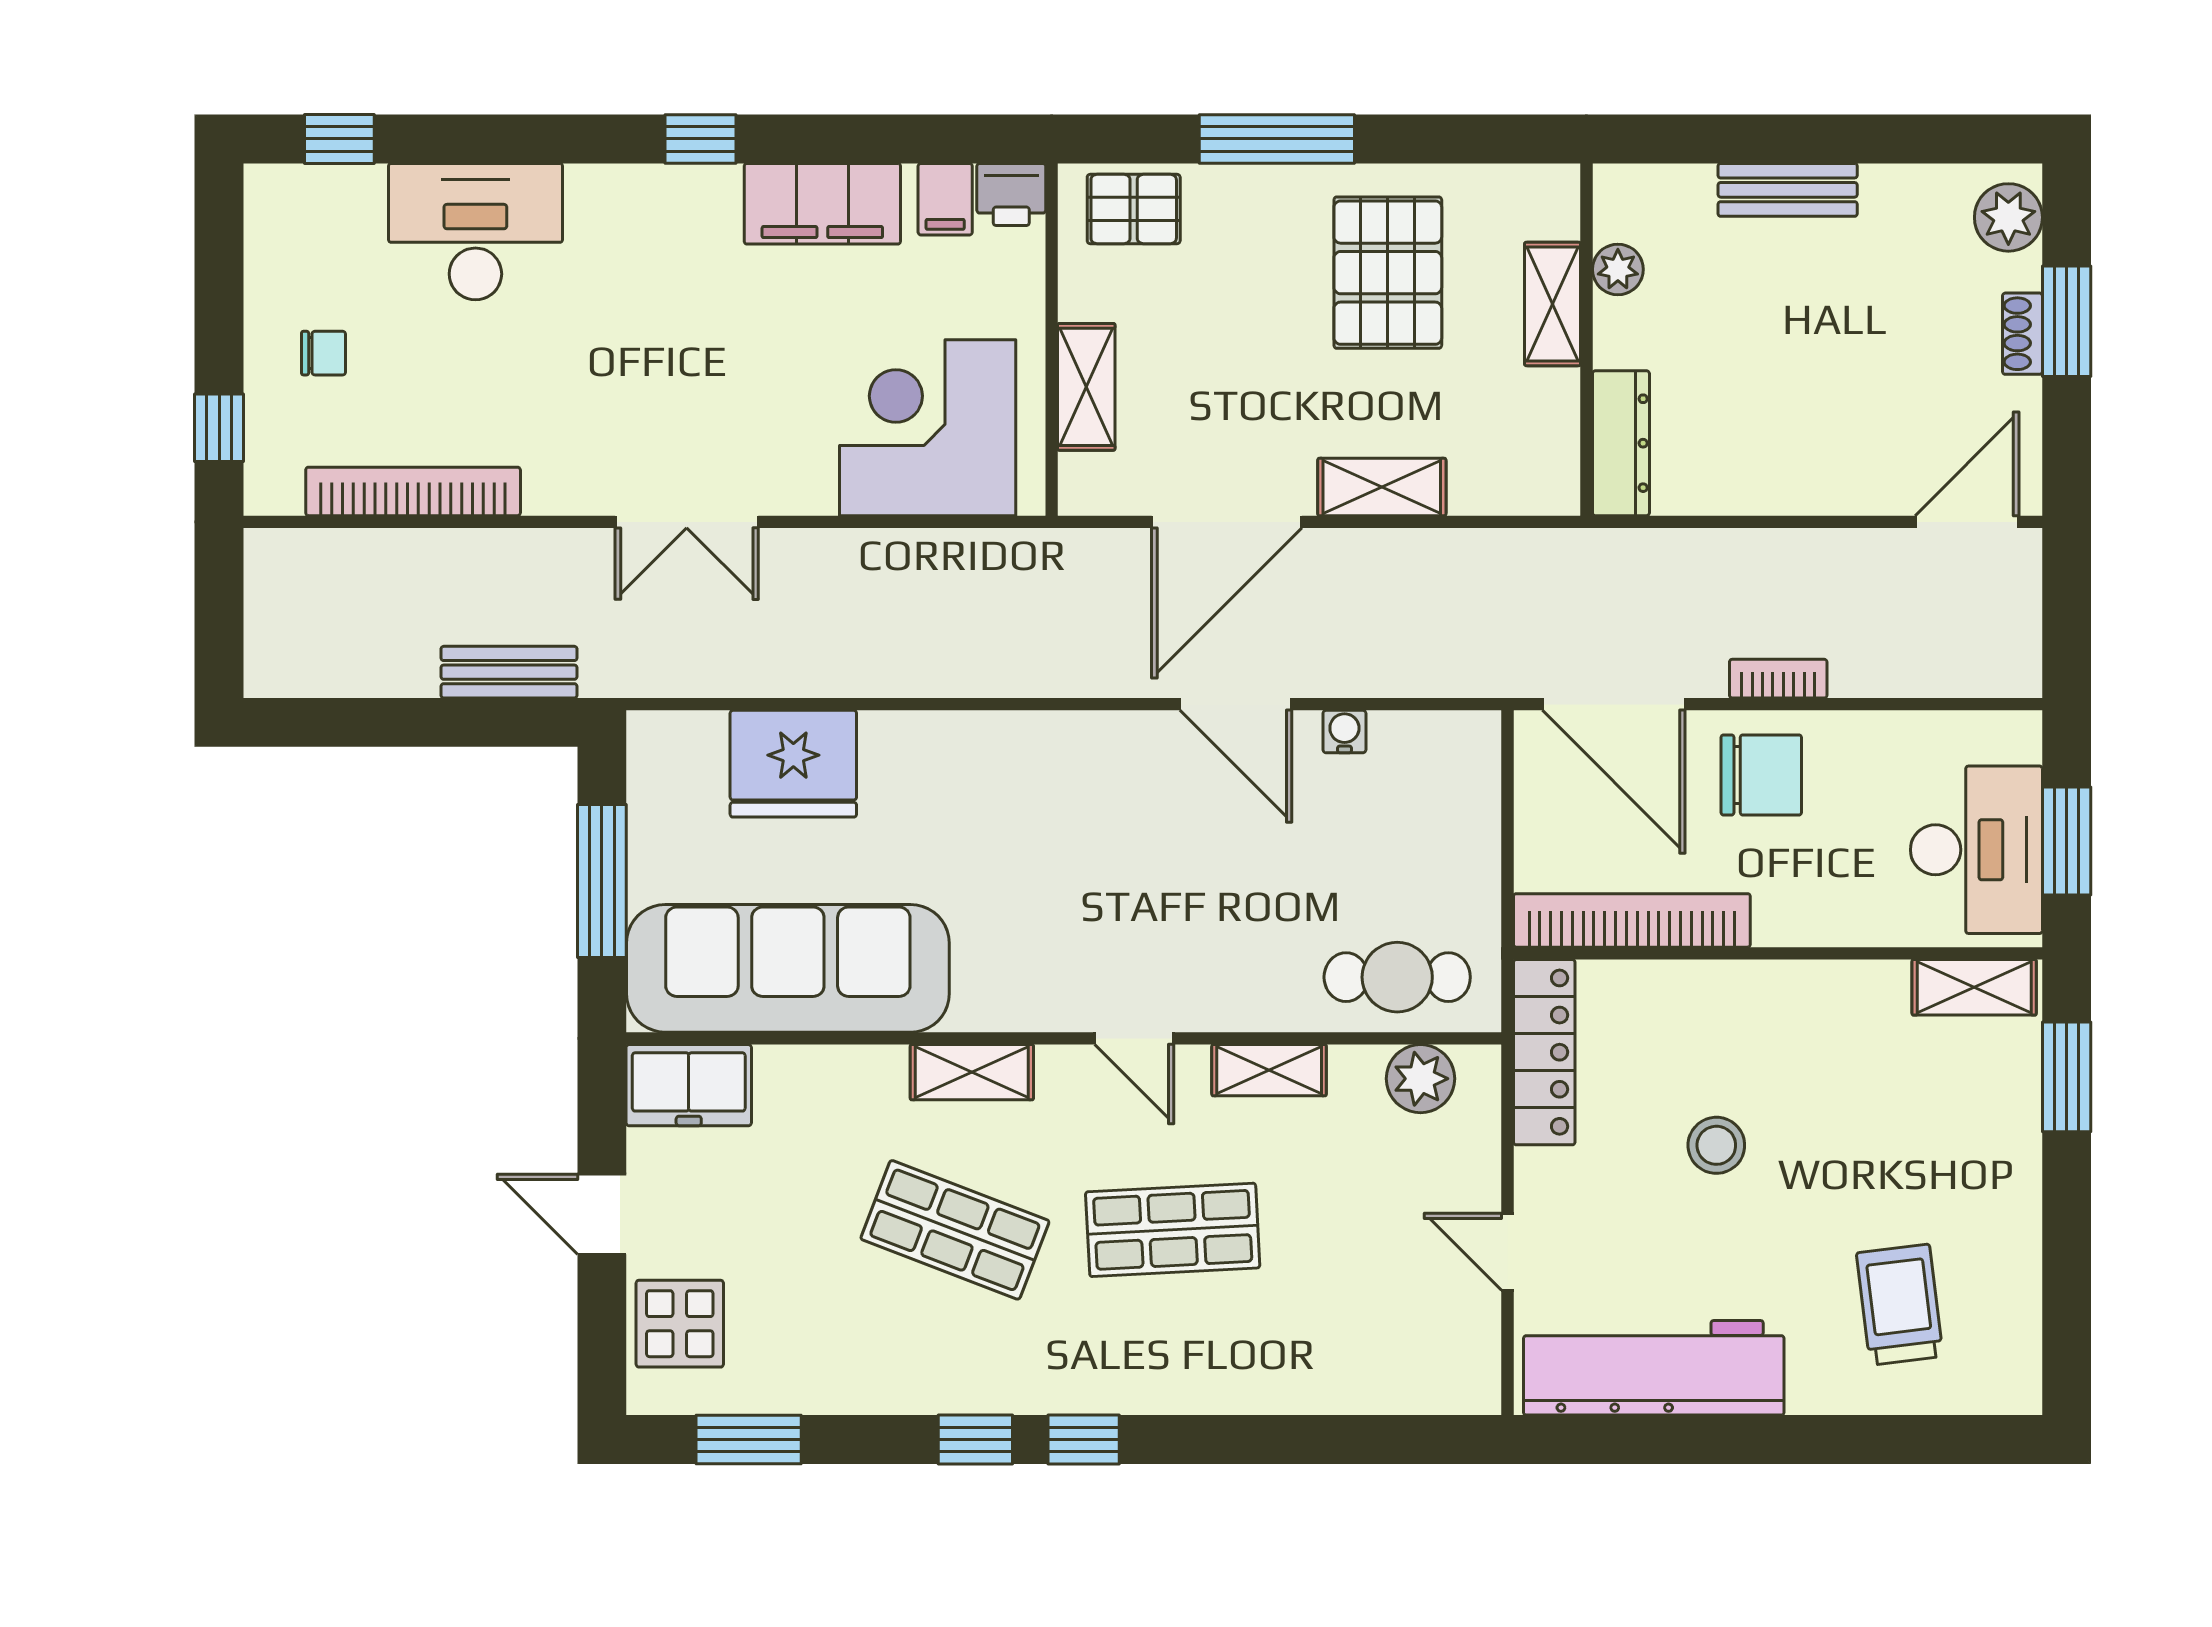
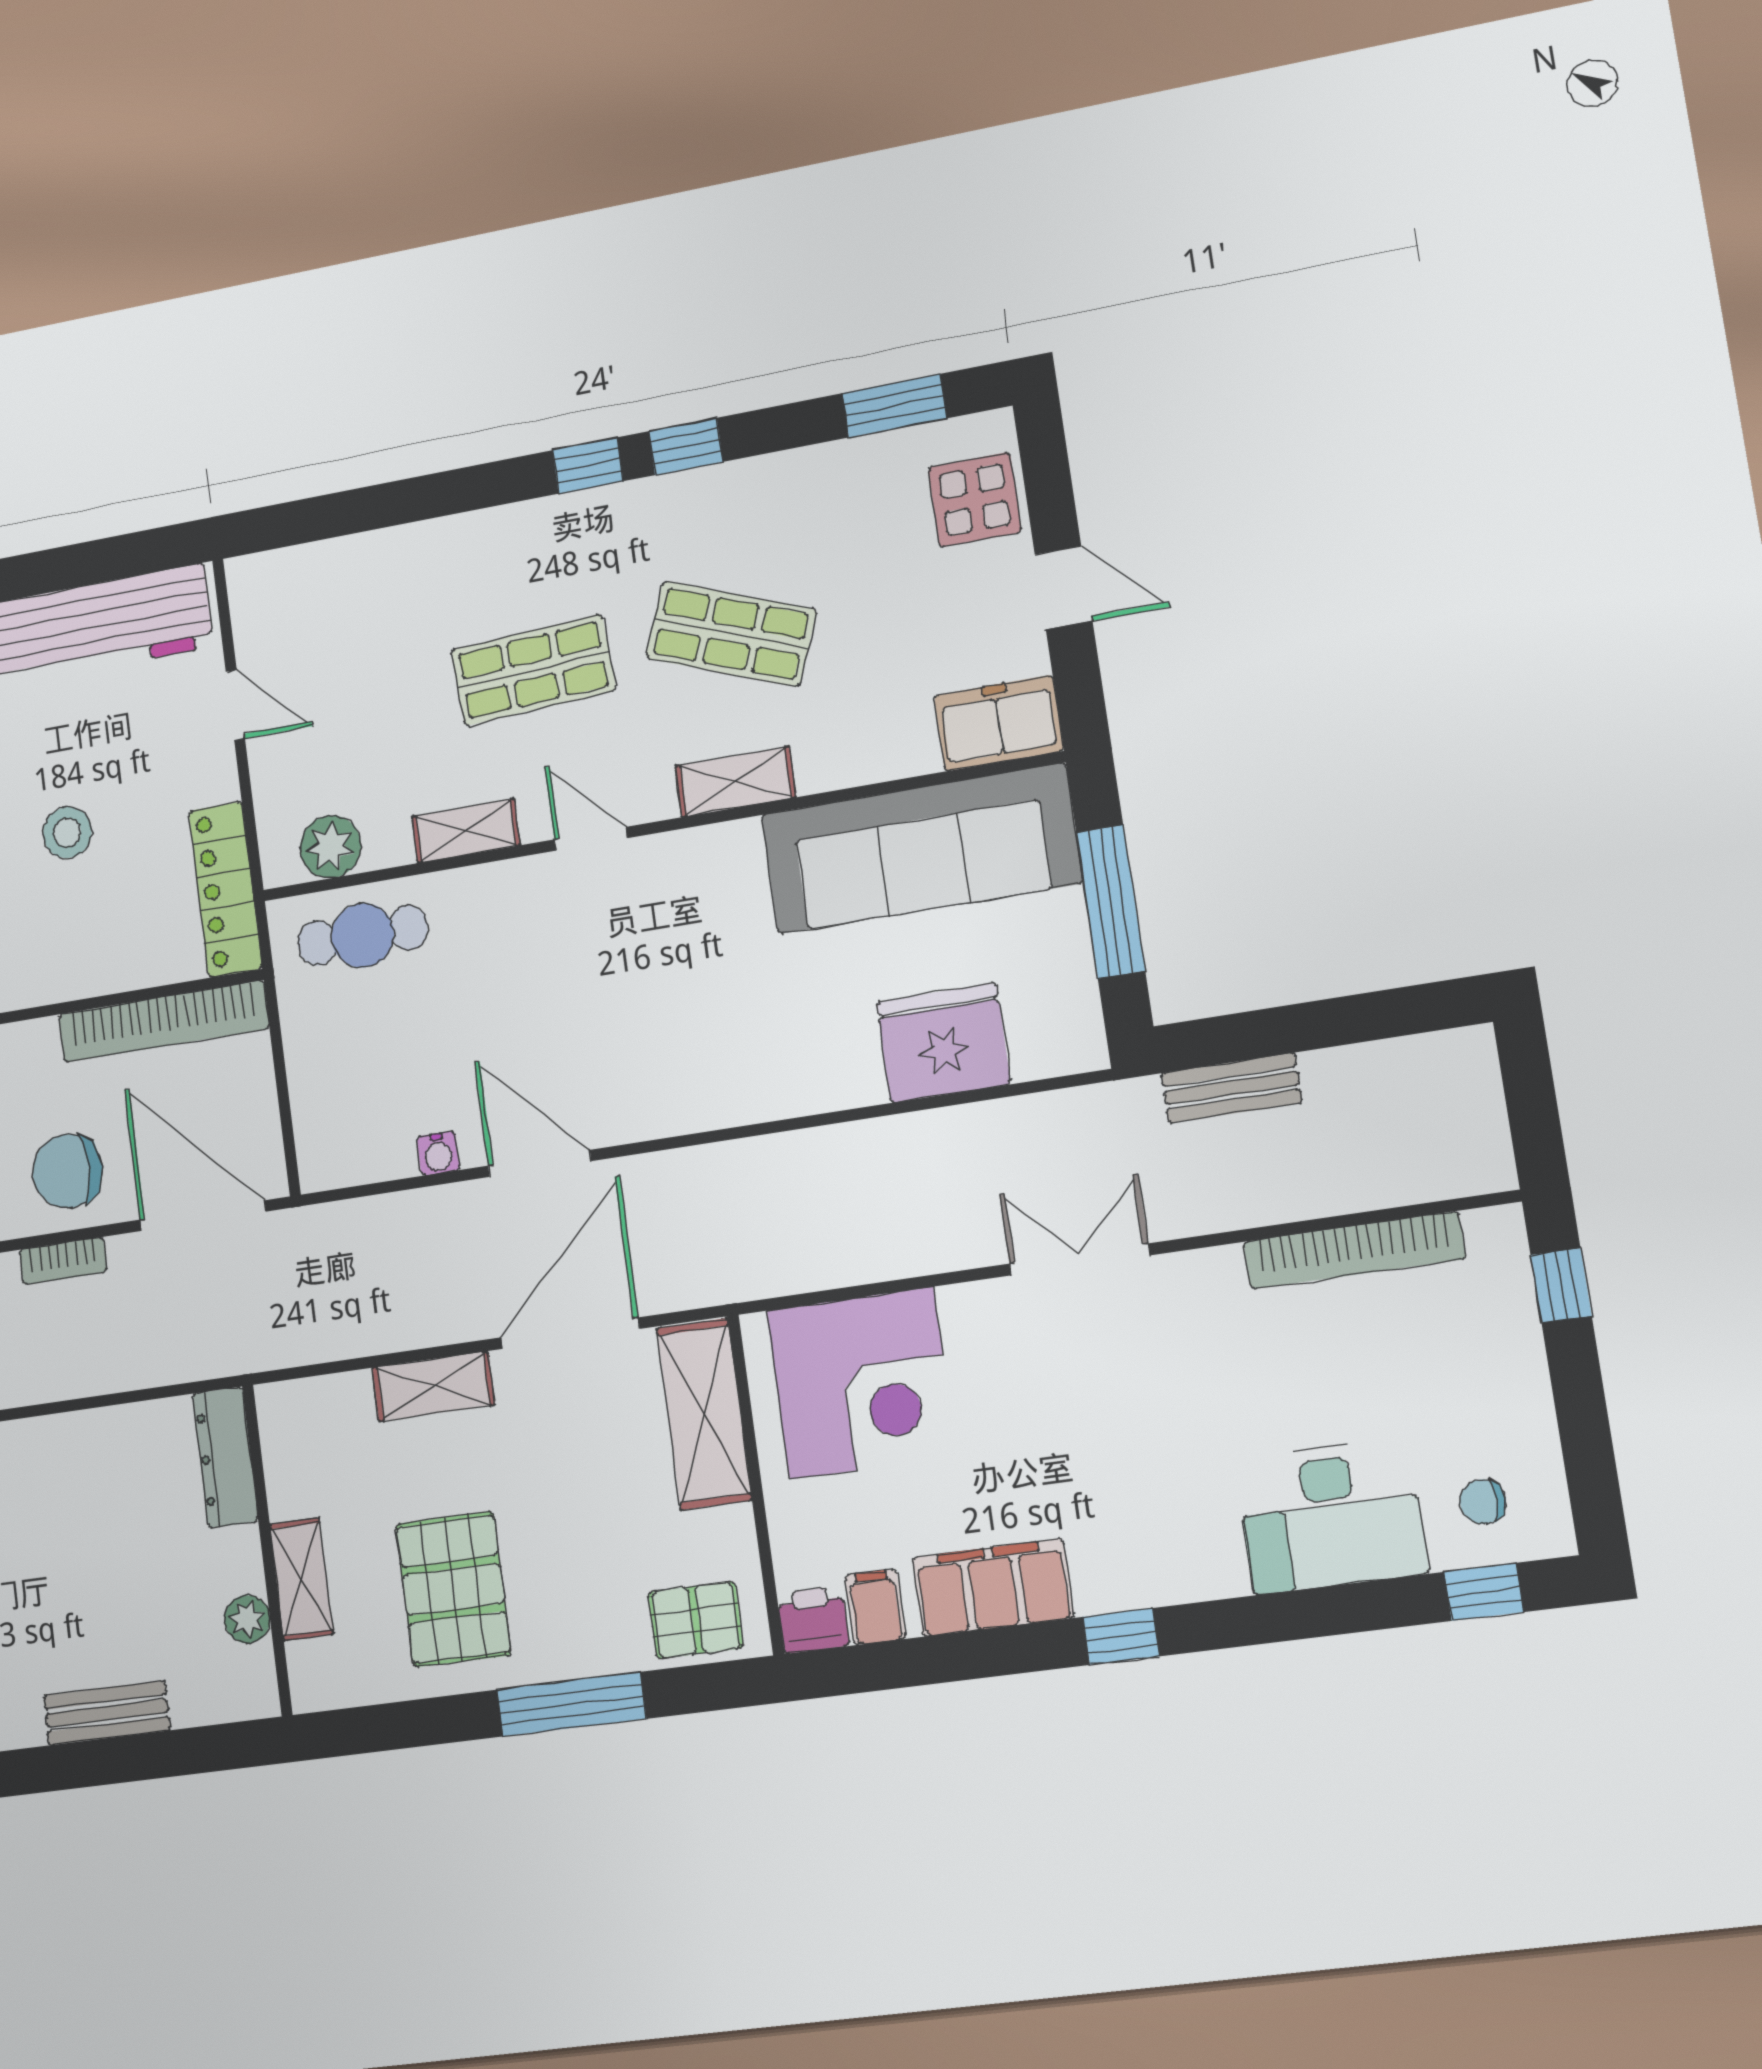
chair: (323, 353) -> (1483, 1502), moved
shelving: (1086, 387) -> (704, 1414), width x1.50, depth x1.33

